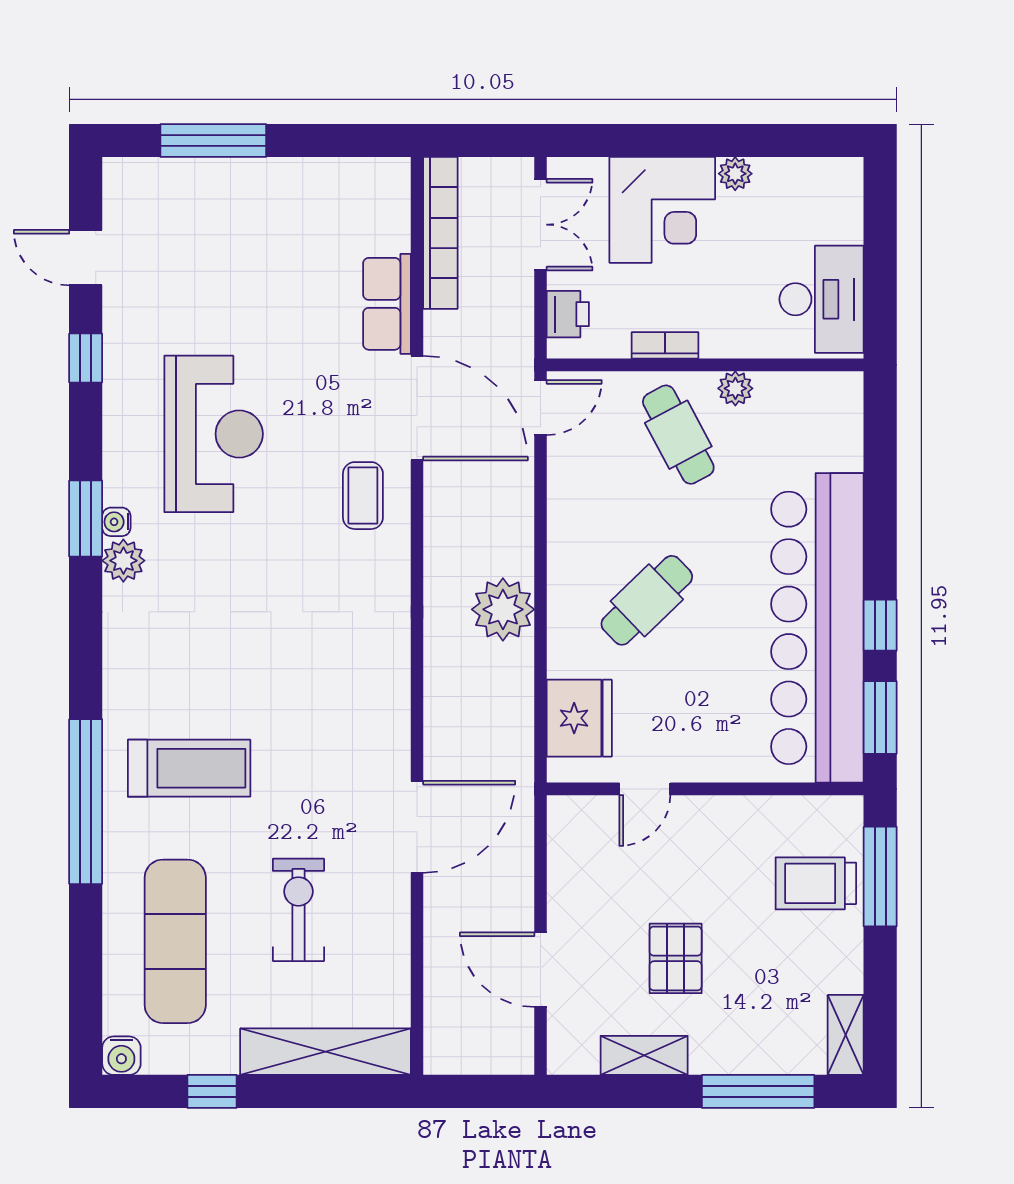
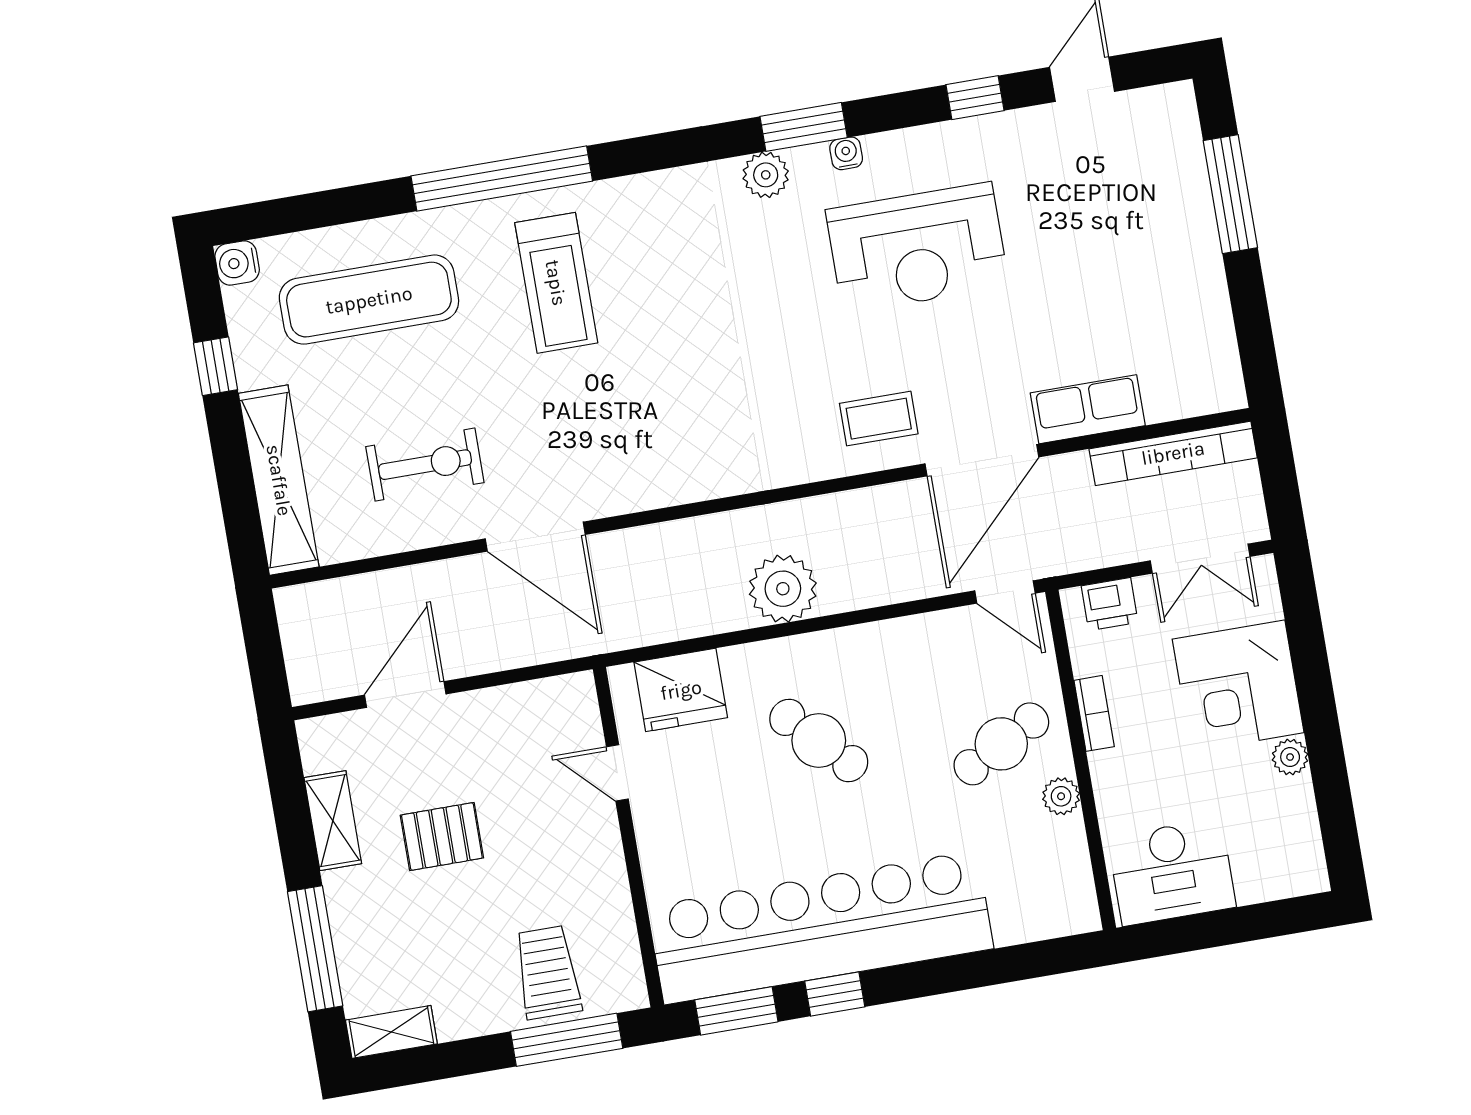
water cooler: (116, 522) -> (846, 153), moved
exercise bike: (298, 910) -> (425, 465), moved

